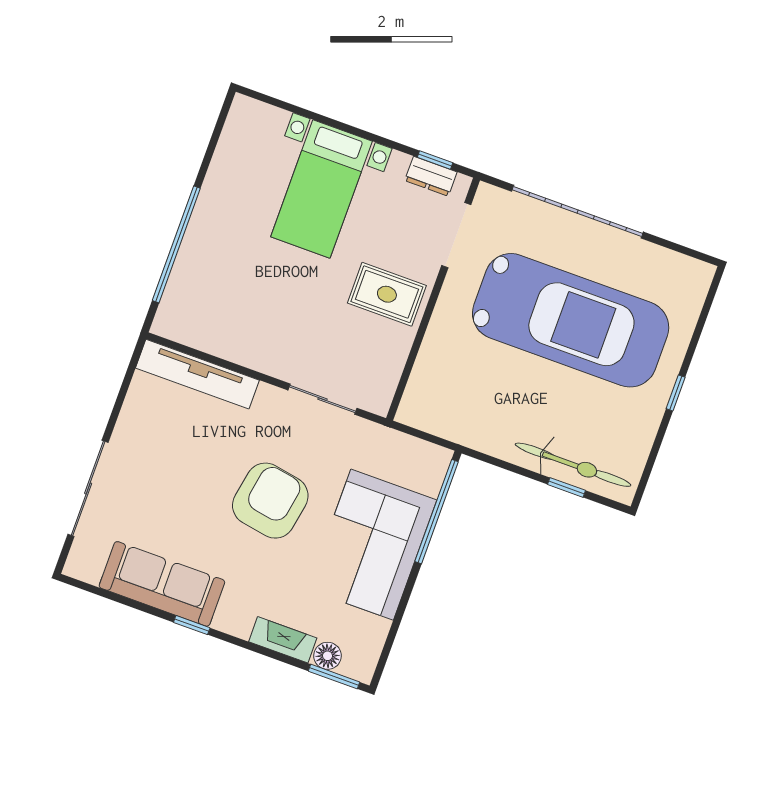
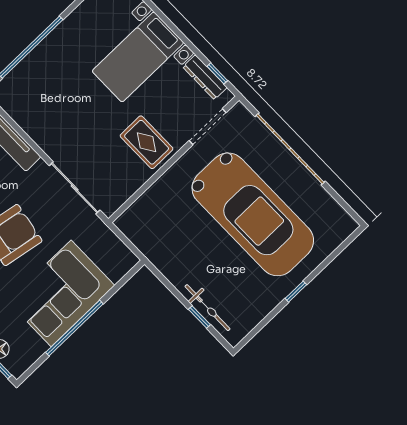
dresser: (431, 176) -> (205, 77), width x1.44
sliding door: (323, 399) -> (75, 188), width x1.37
bicycle: (573, 465) -> (207, 308), width x0.73, depth x0.71
window: (437, 512) -> (74, 328), moved

